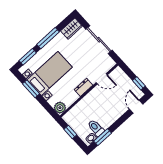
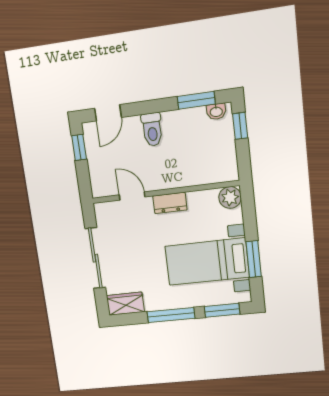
toilet: (96, 128) -> (152, 129), moved
window: (70, 132) -> (240, 126), moved

